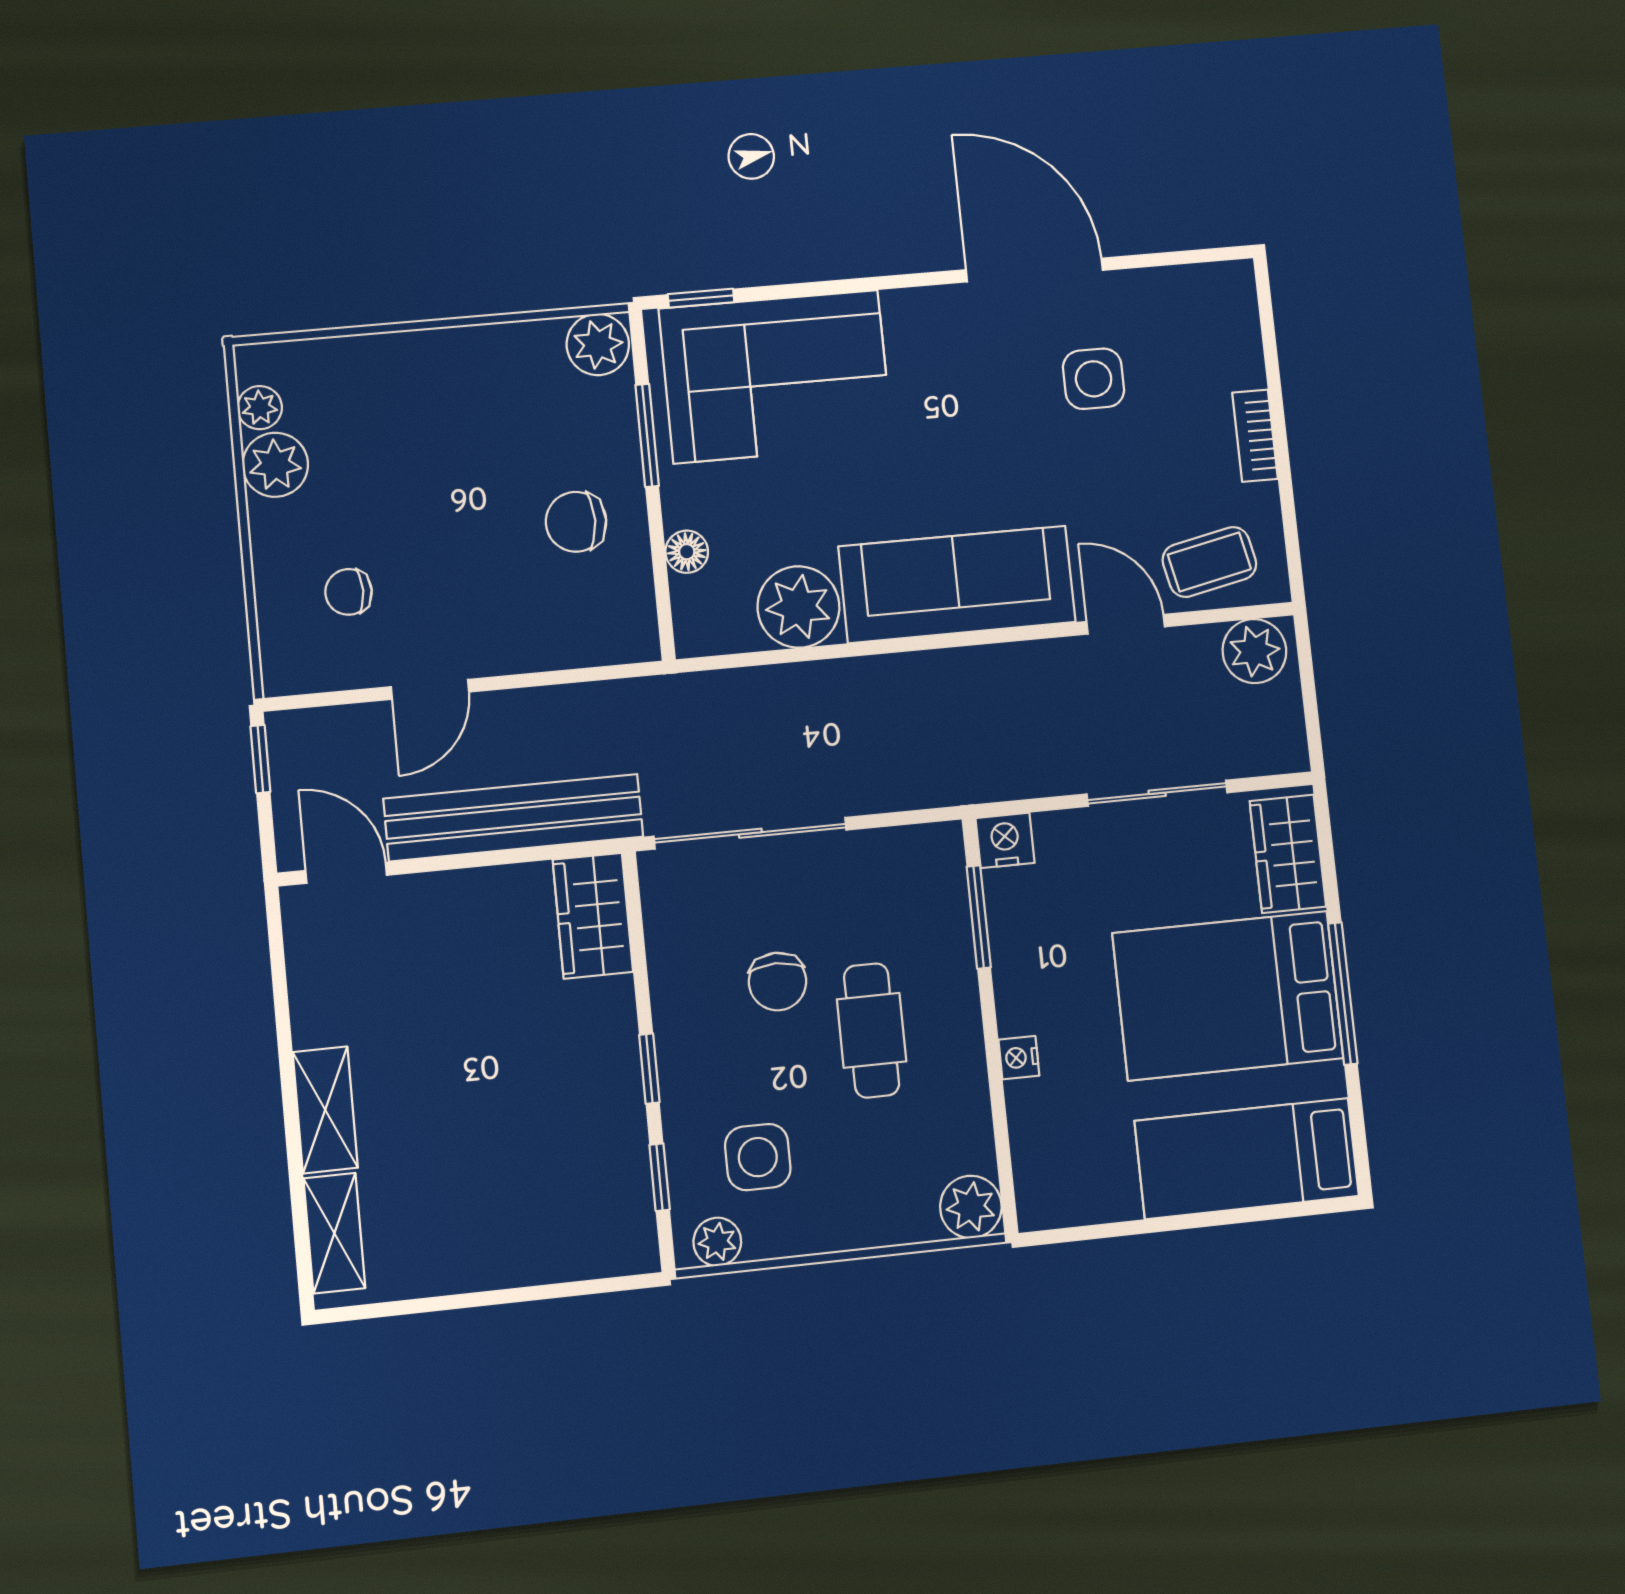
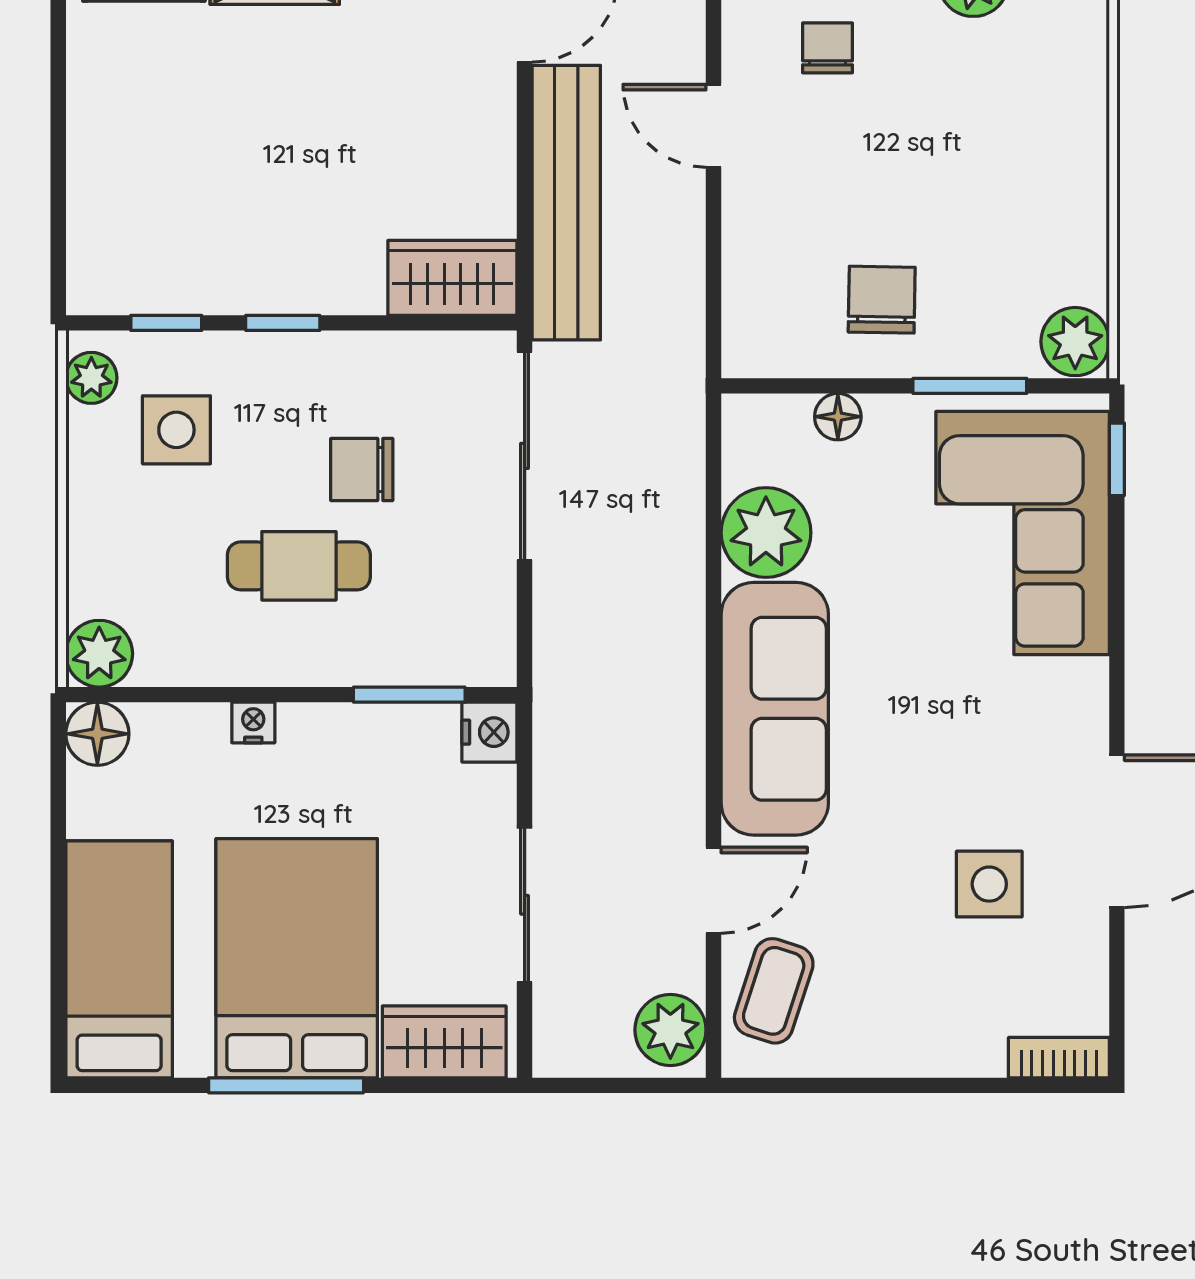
bookcase: (1255, 436) -> (1059, 1058), moved
coffee table: (1209, 562) -> (774, 991), turned 30
floor lamp: (1044, 1201) -> (97, 734), added

